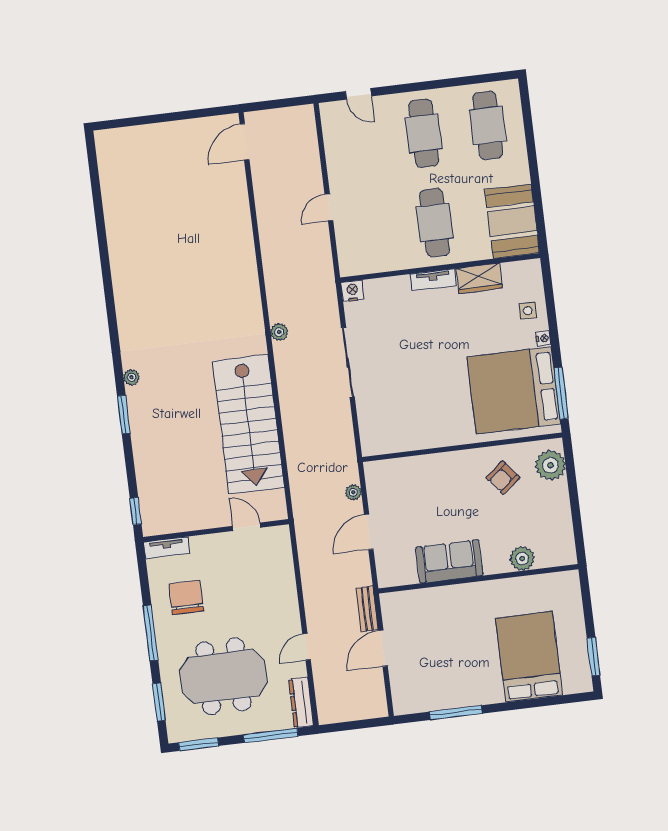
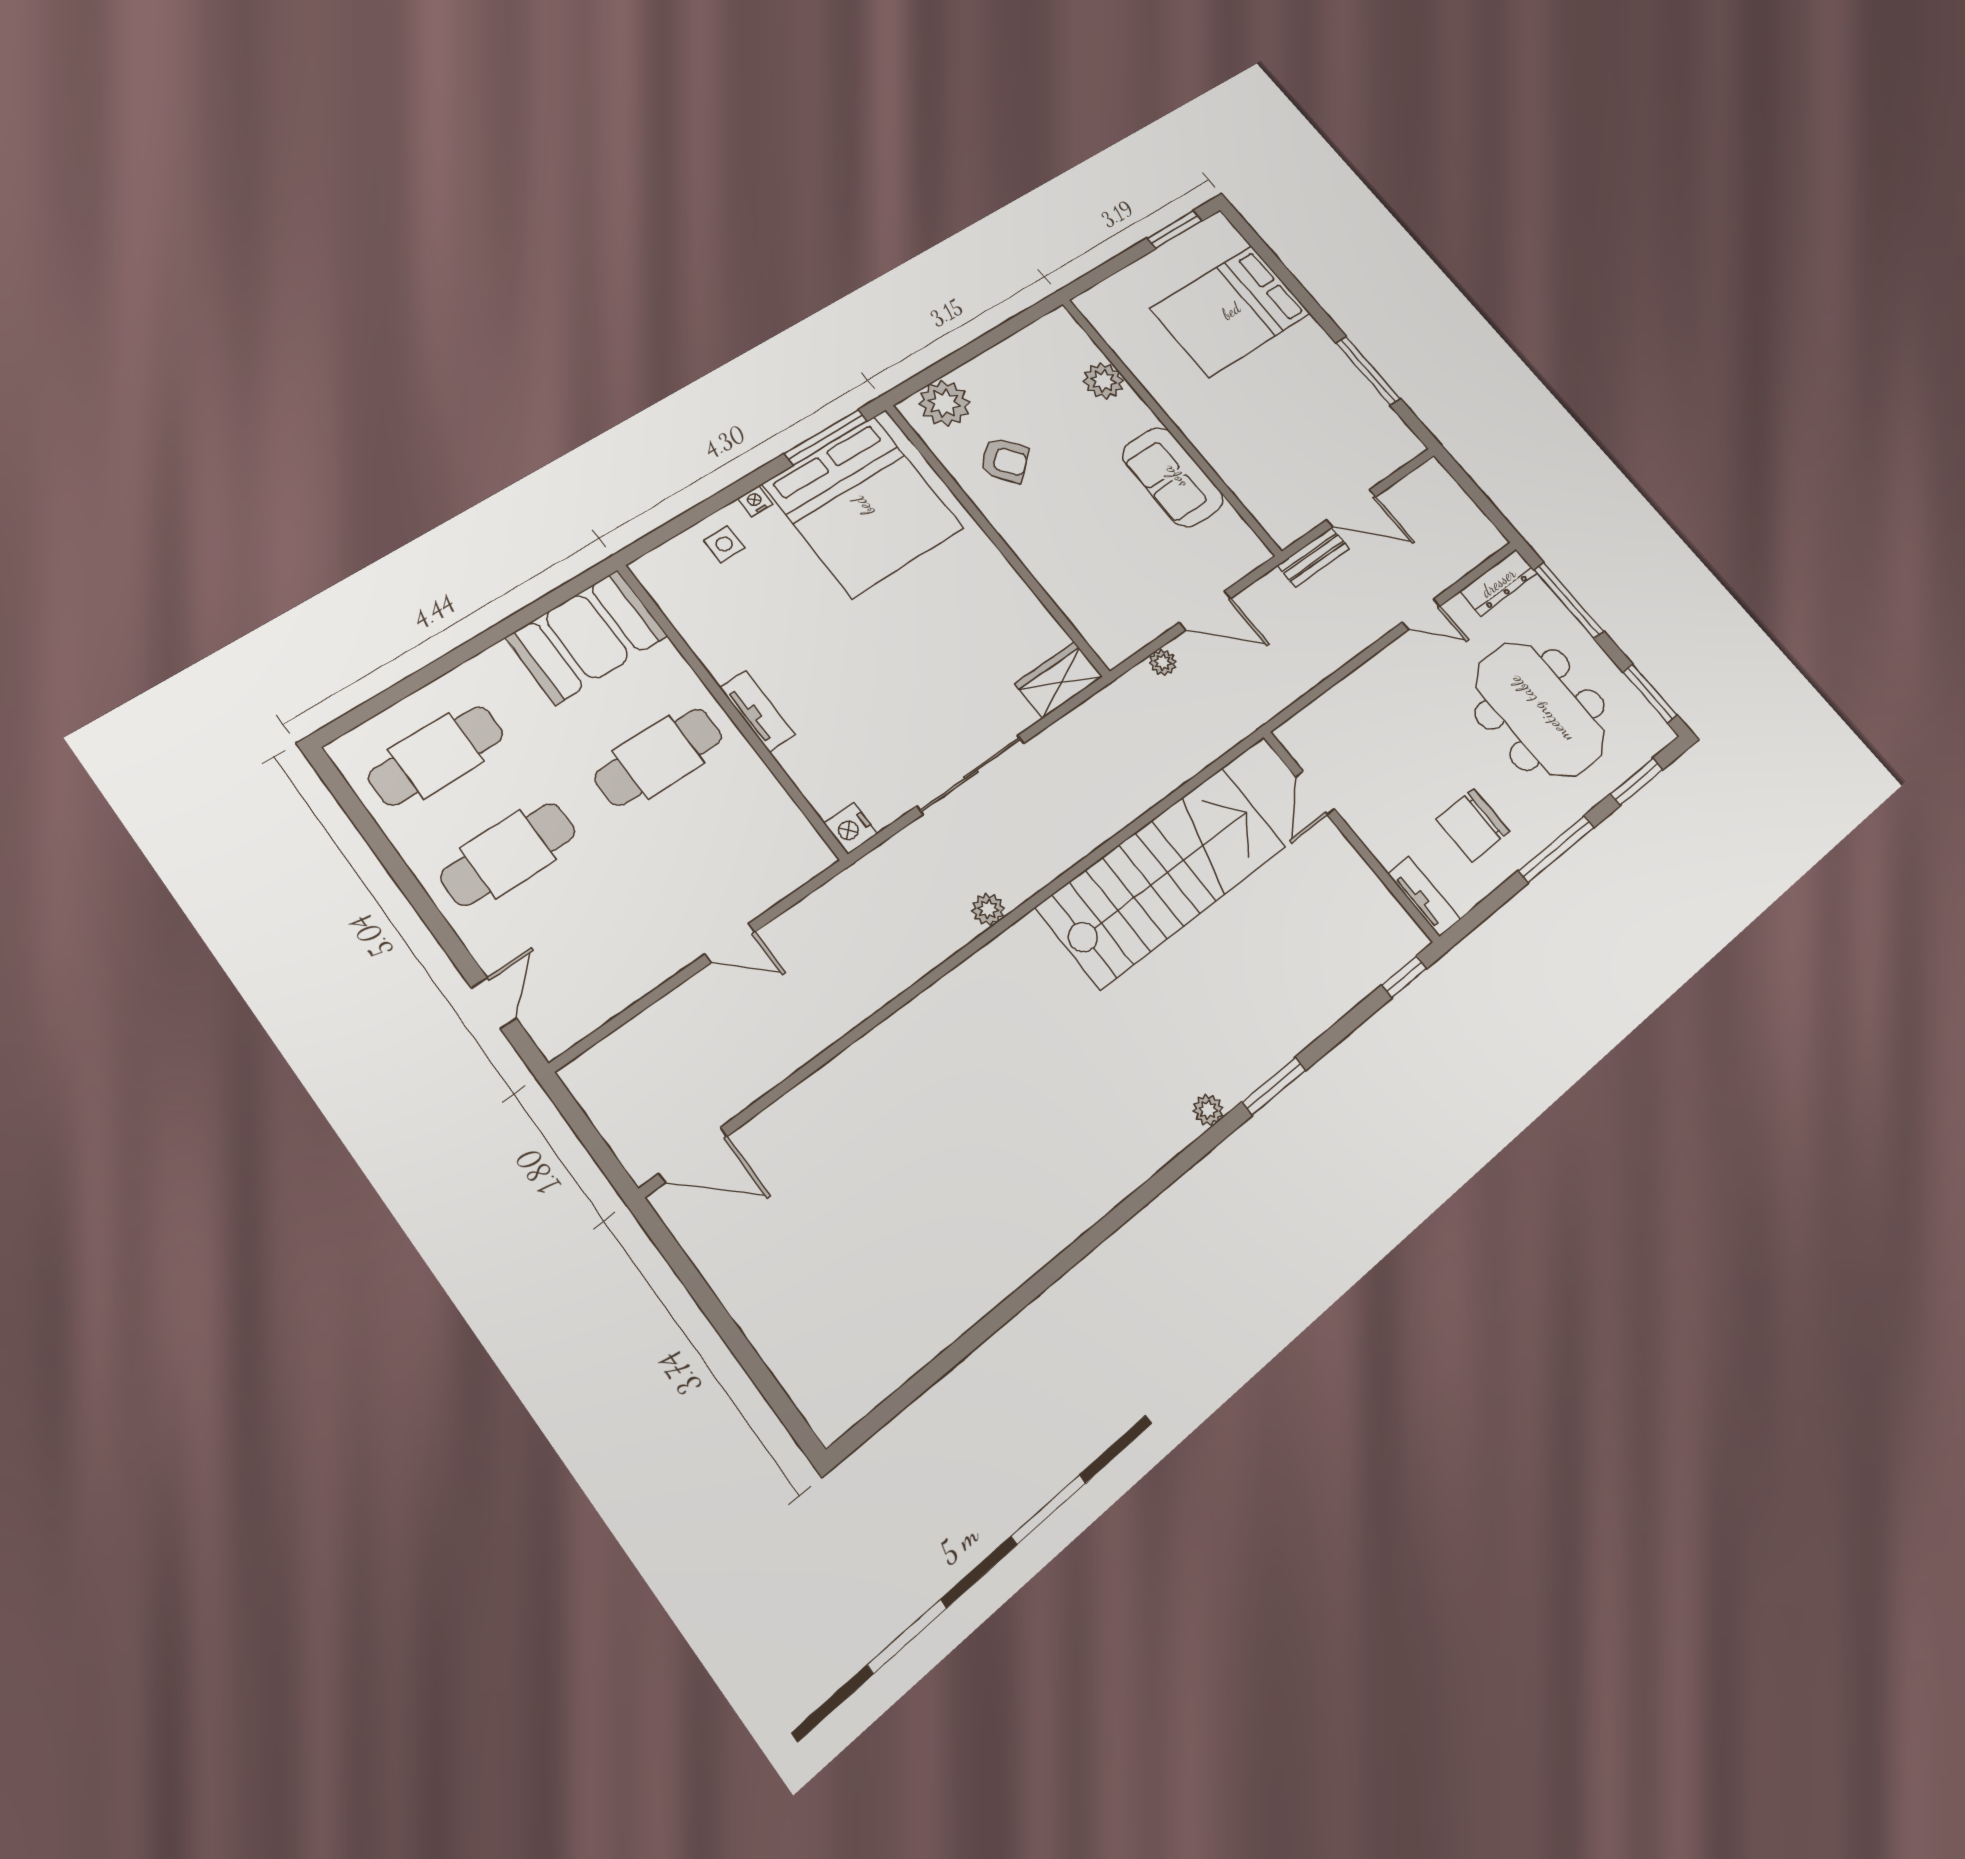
wardrobe: (479, 278) -> (1059, 680), moved, turned -90

